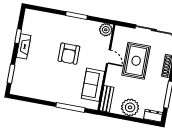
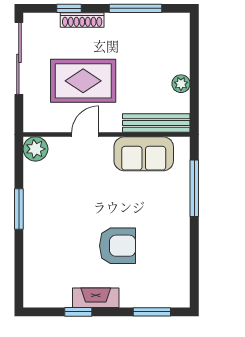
armchair: (69, 54) -> (118, 246), moved
bench: (107, 99) -> (156, 123), width x1.36
plant: (130, 107) -> (181, 84), width x0.53, depth x0.53
dresser: (153, 116) -> (181, 30), removed

